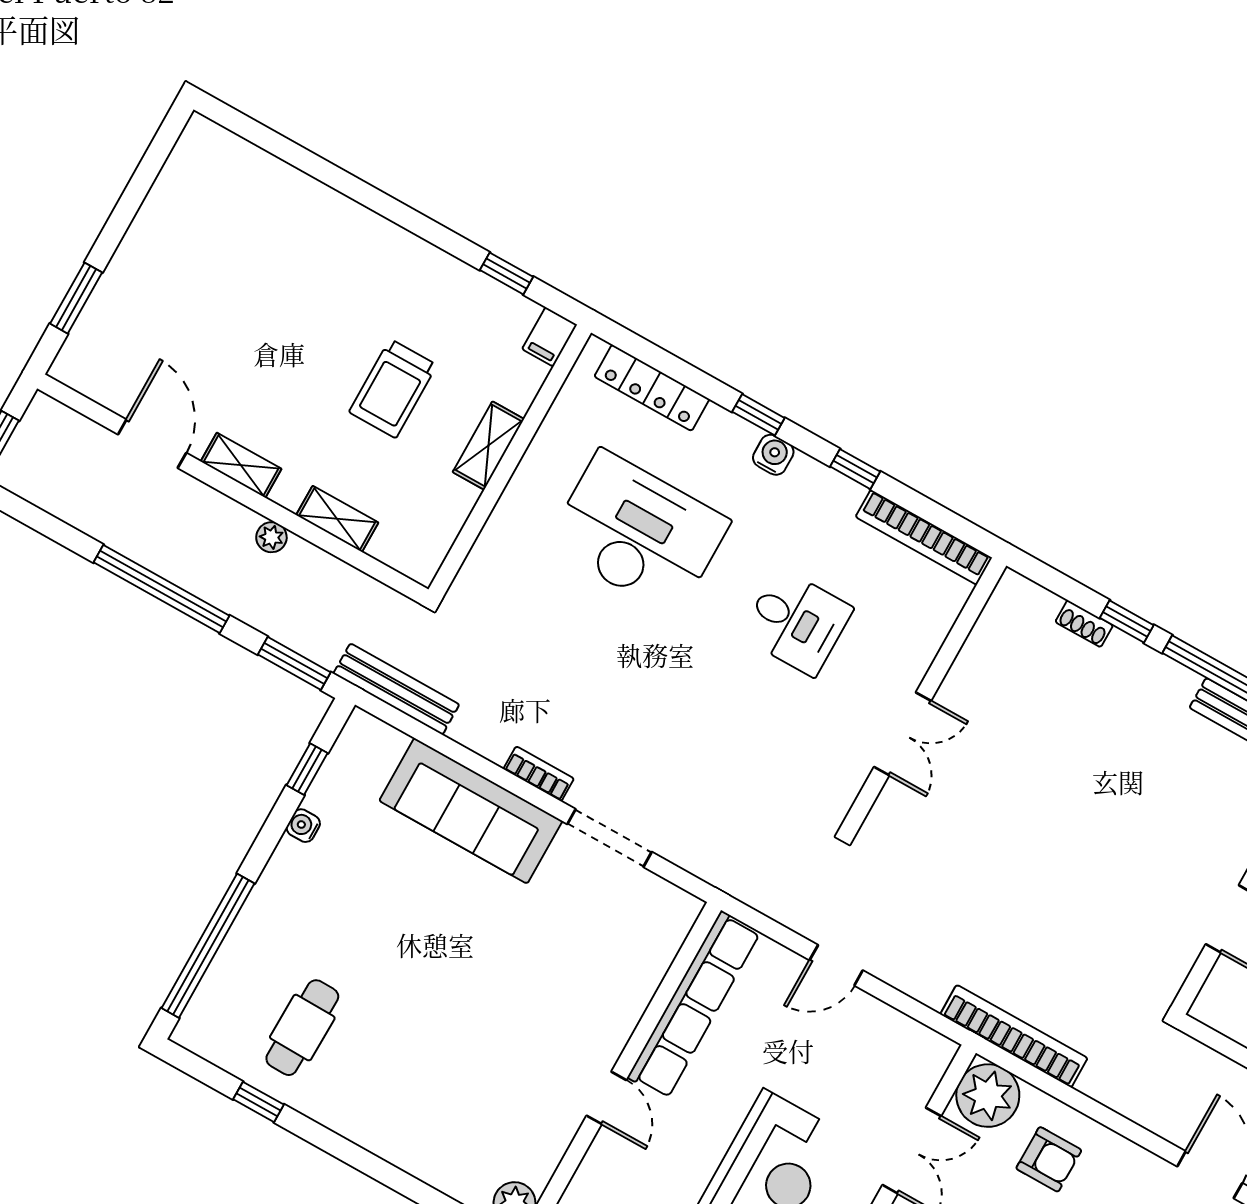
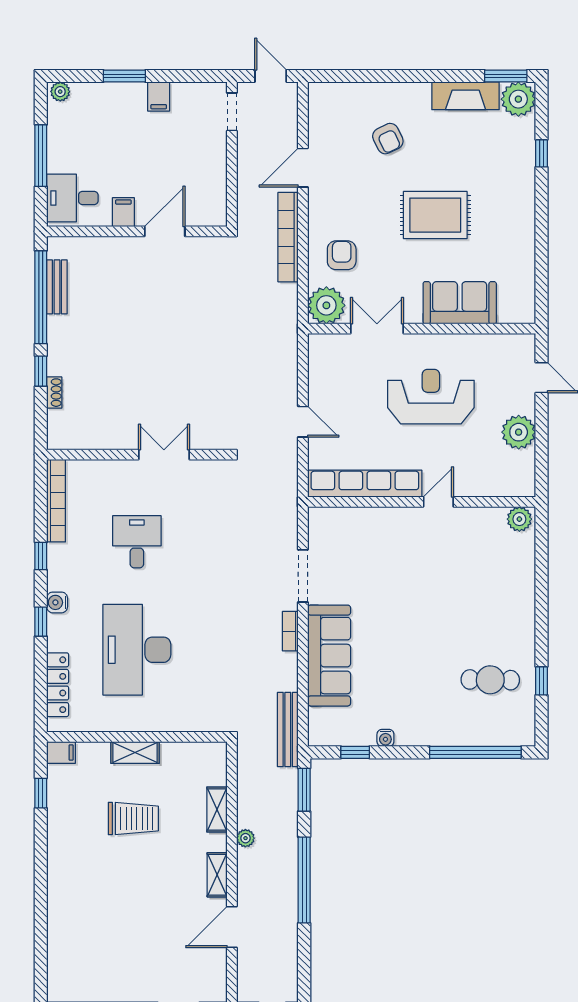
bookcase: (1014, 1036) -> (288, 237), moved

